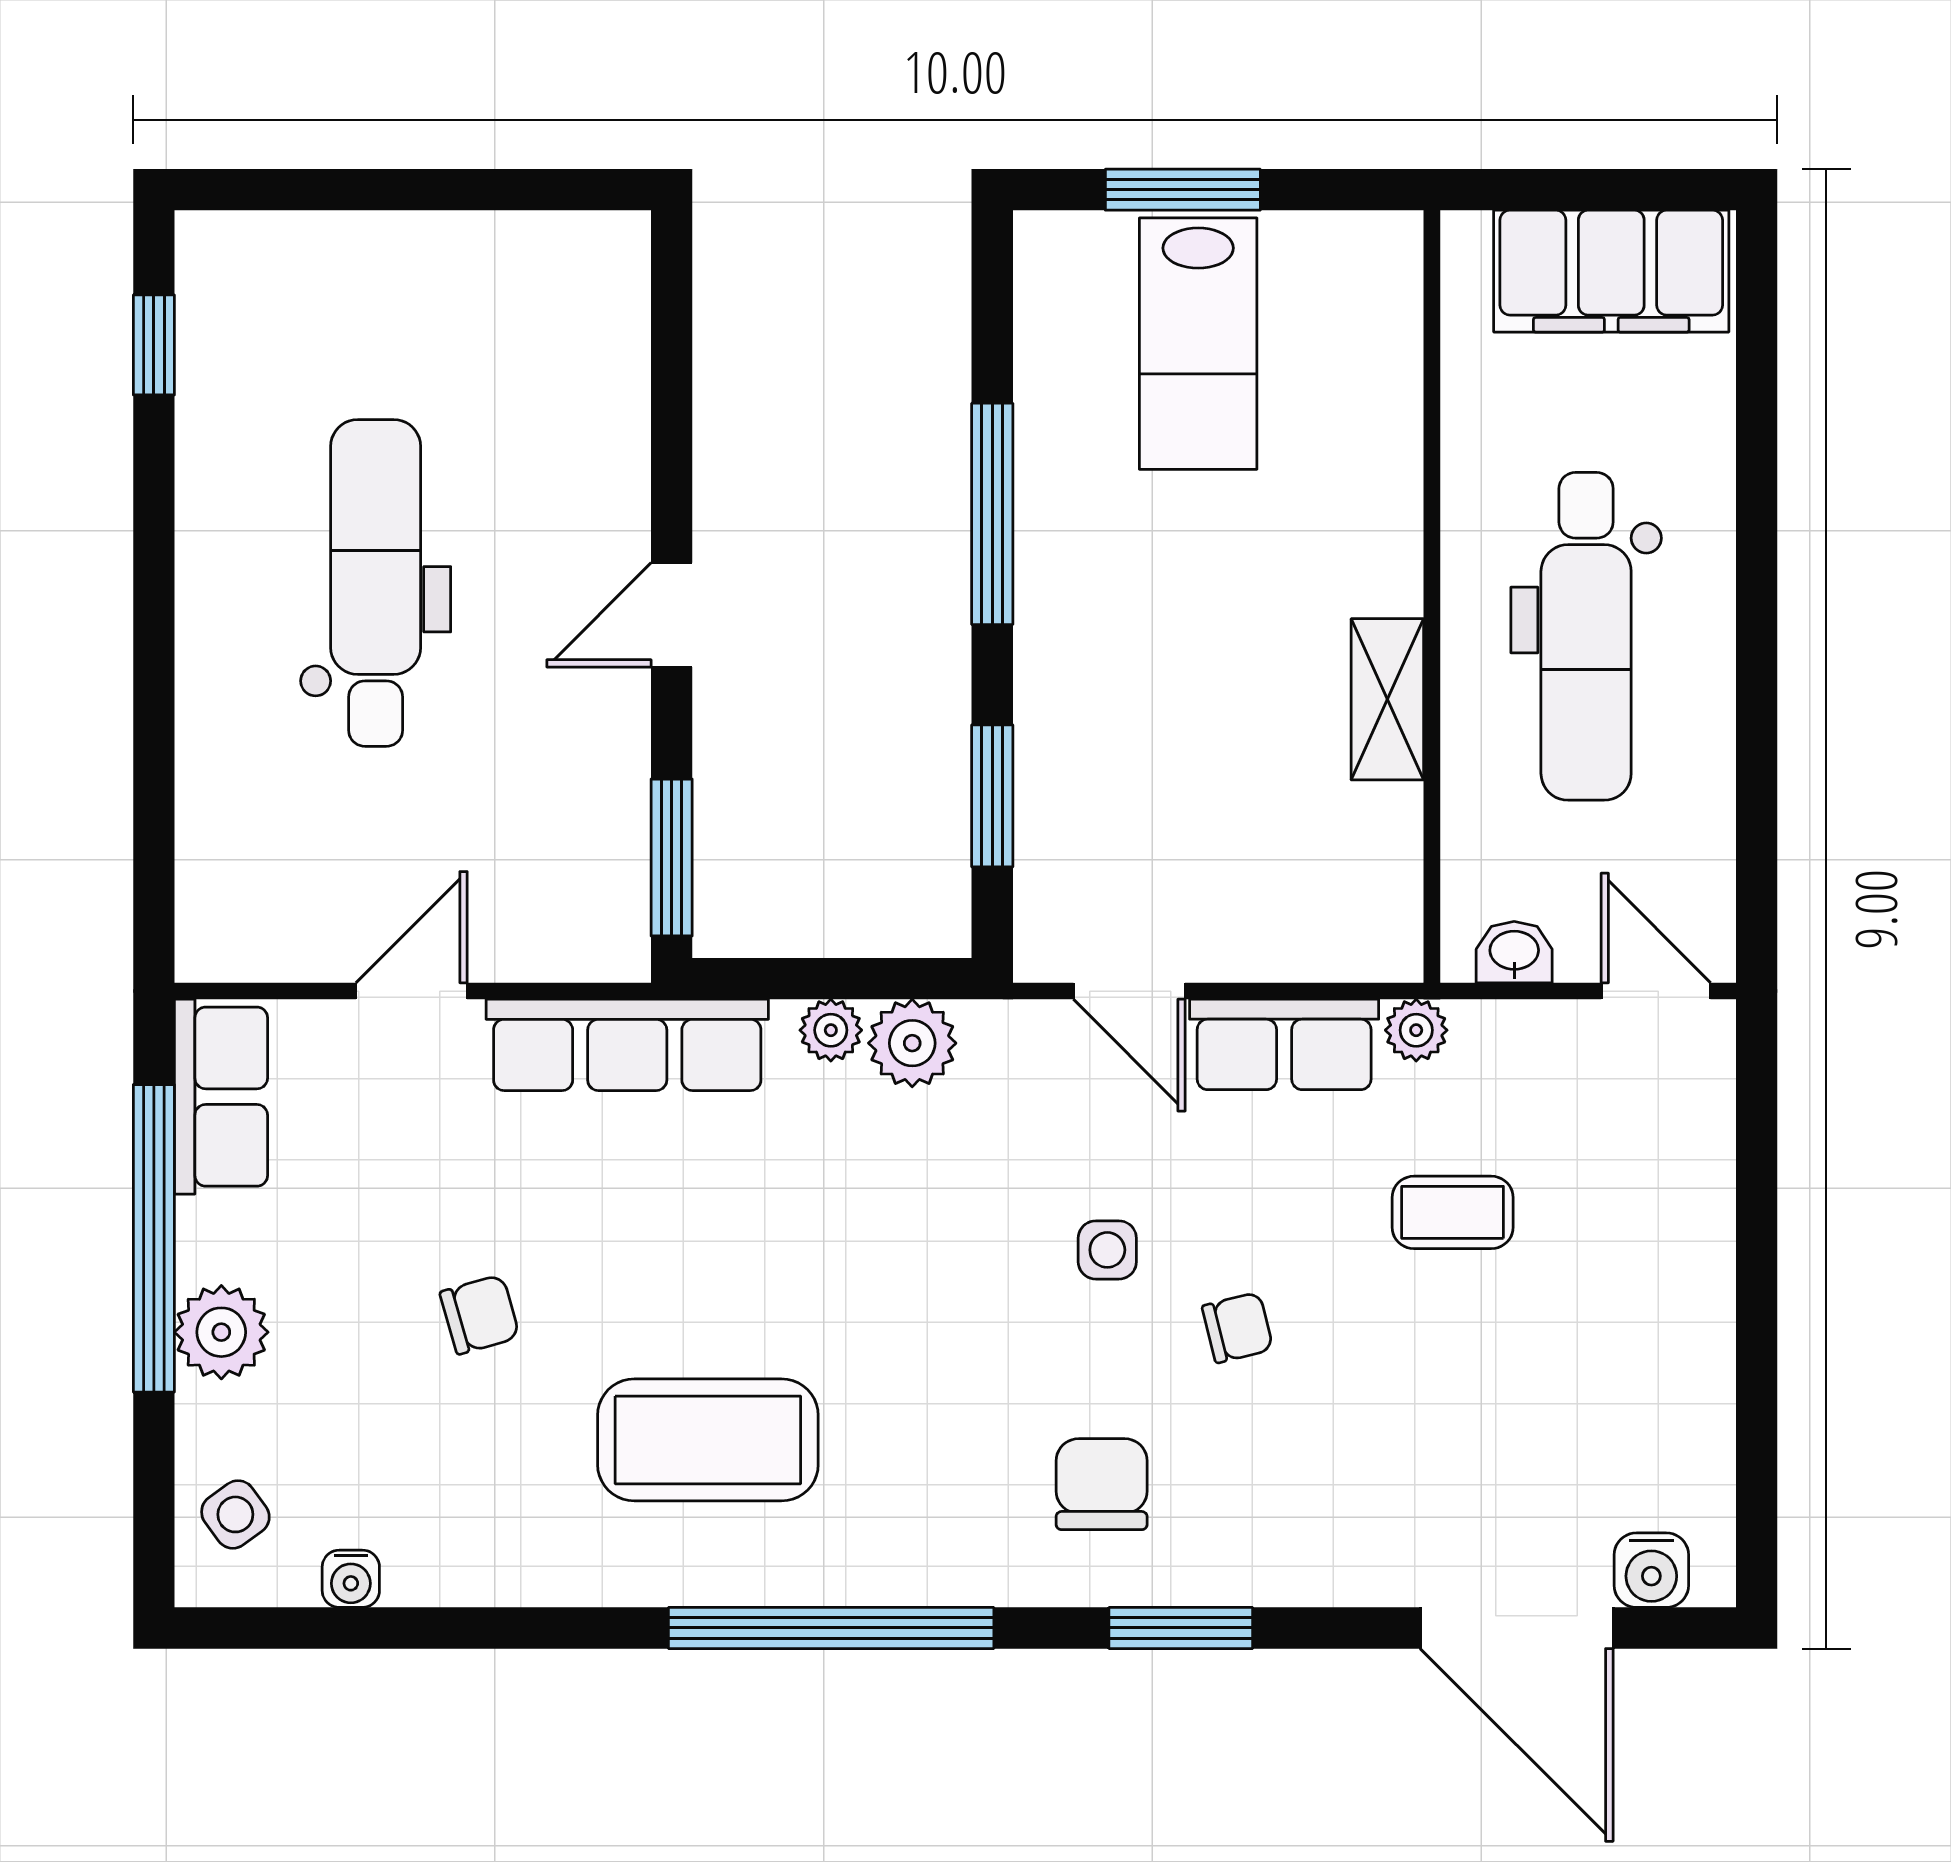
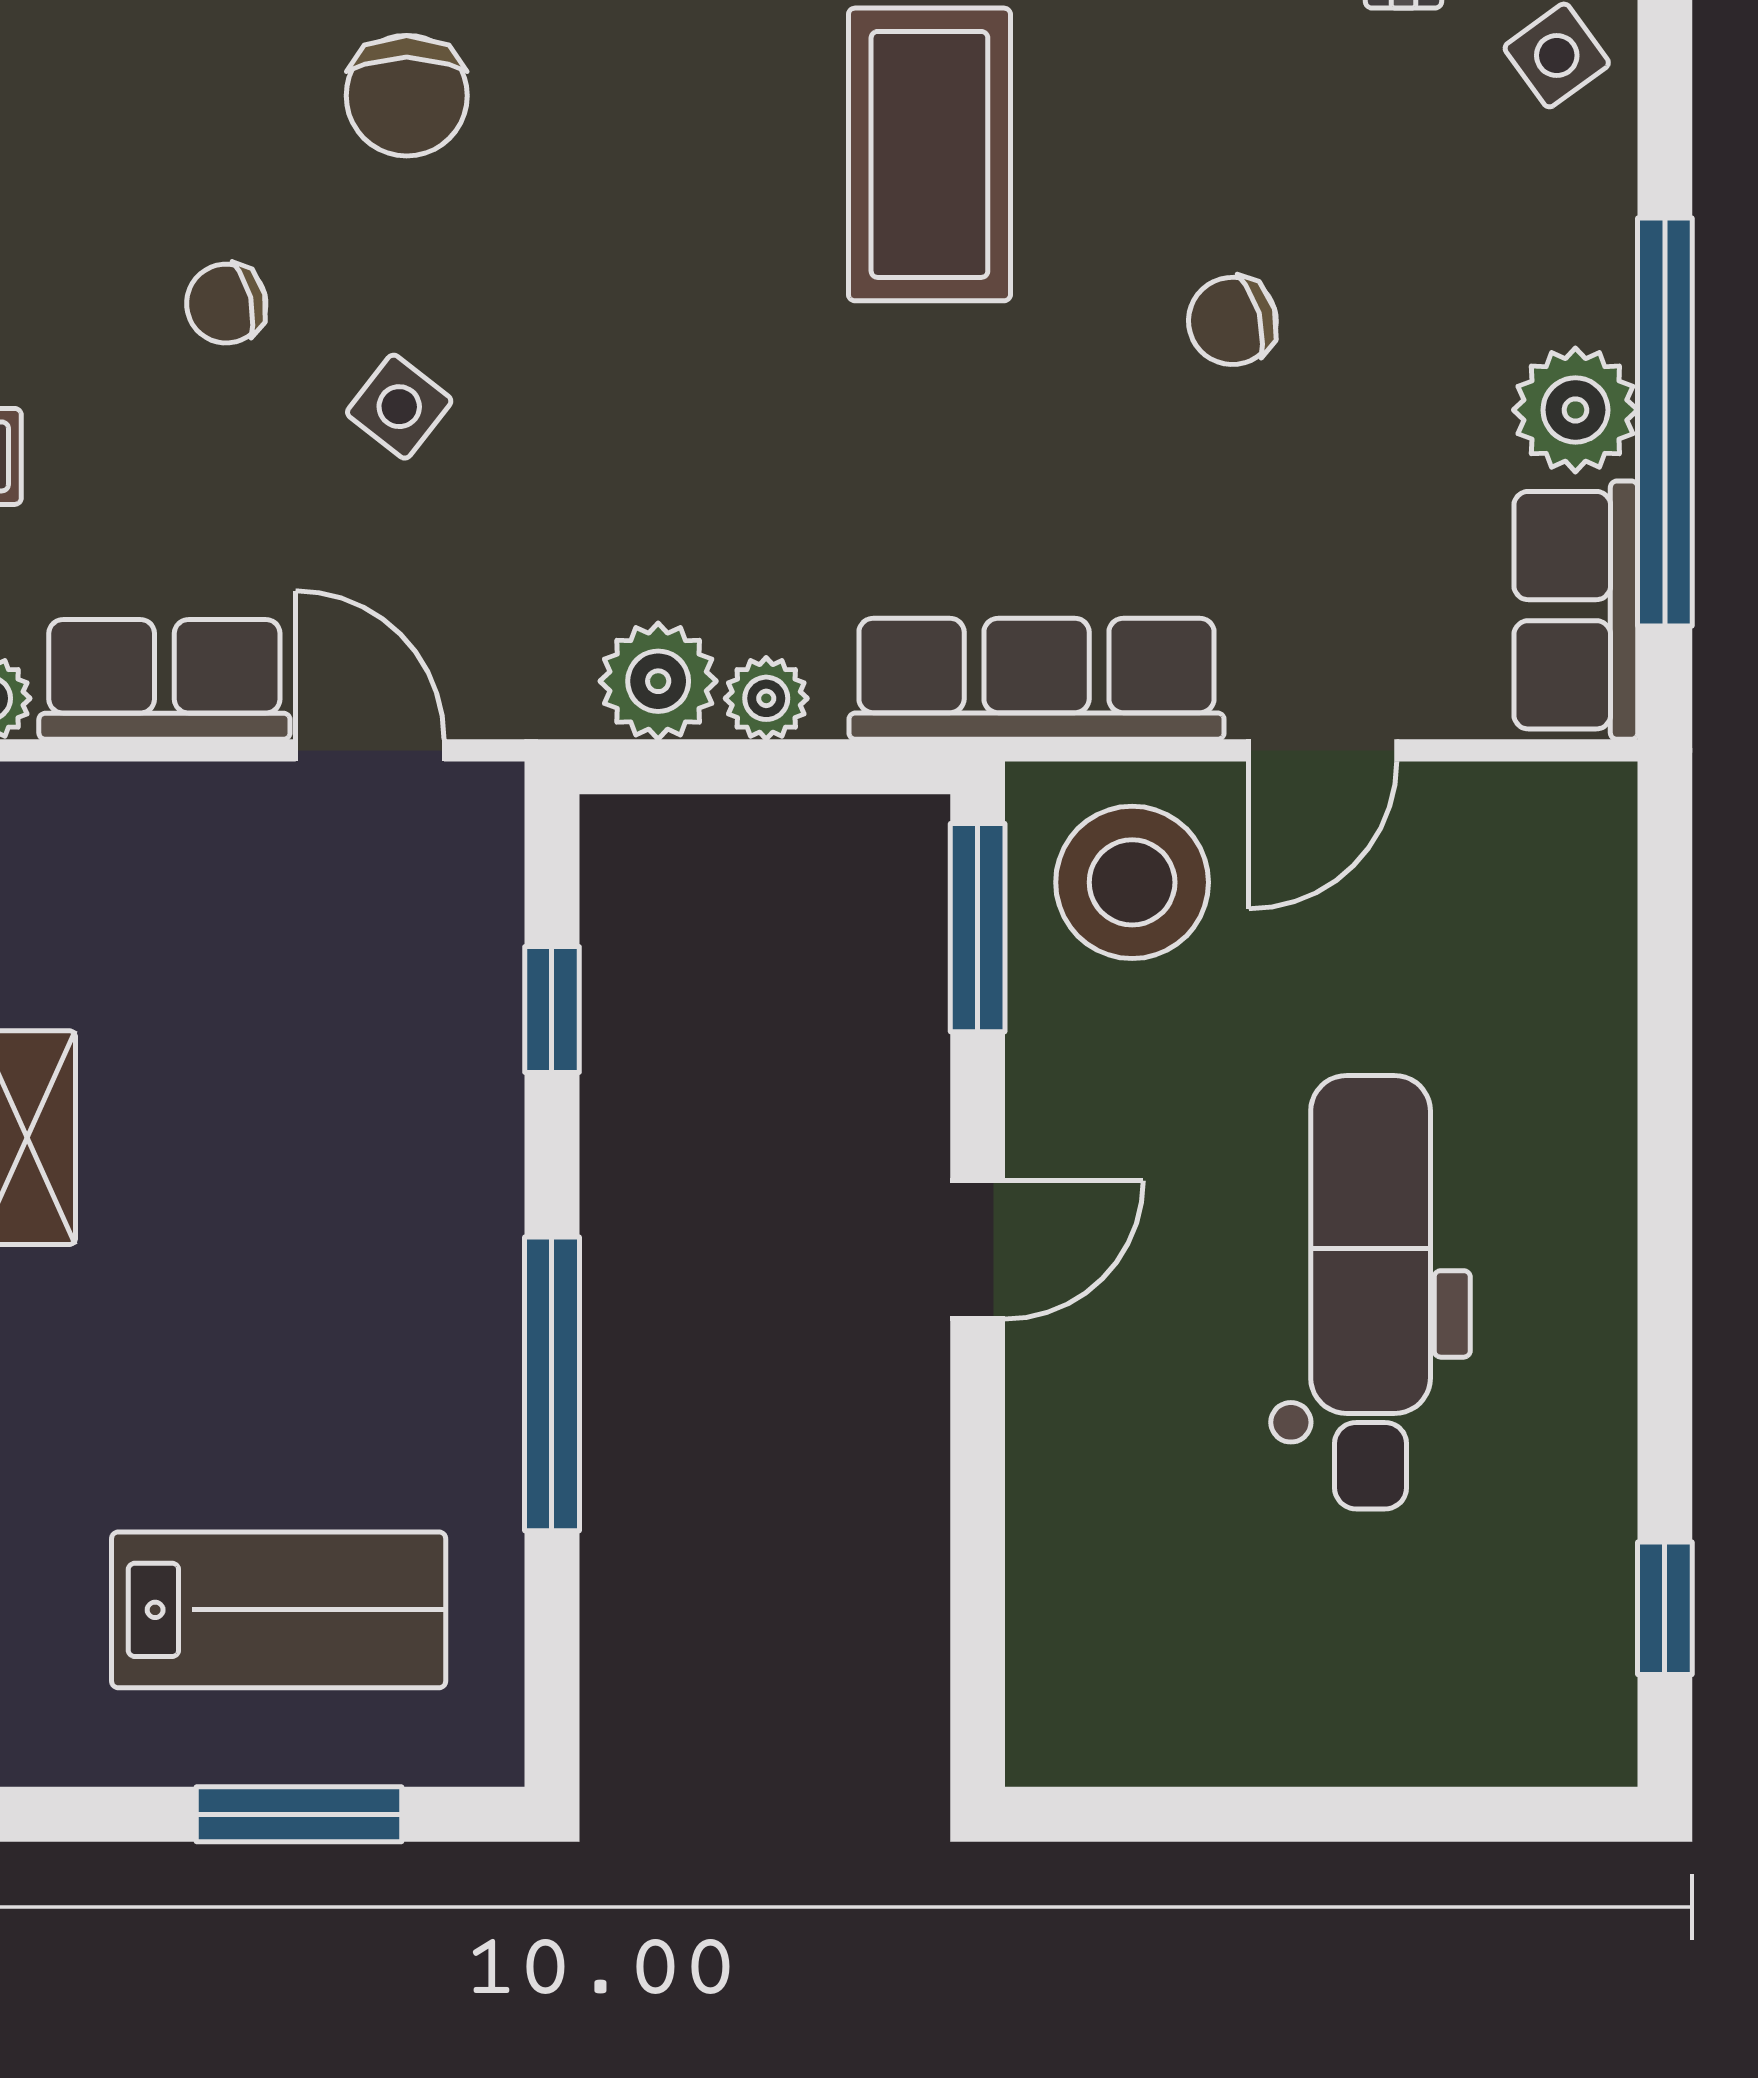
lab bench: (1198, 344) -> (279, 1610), turned 90
dental chair: (376, 583) -> (1371, 1292), turned 180
window: (992, 796) -> (552, 1009), width x0.67
stool: (555, 892) -> (1132, 882), added
side table: (1107, 1250) -> (399, 407), turned 38
plant: (221, 1332) -> (1575, 410), moved
coffee table: (708, 1440) -> (929, 154), turned 90

